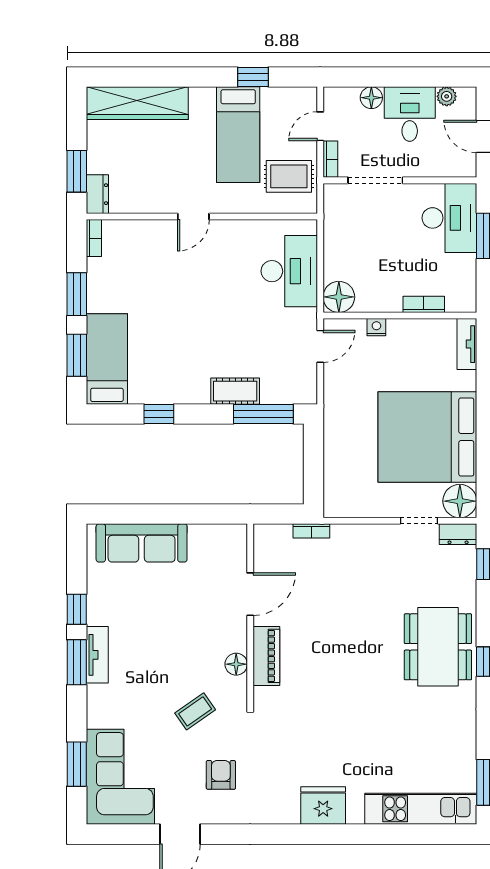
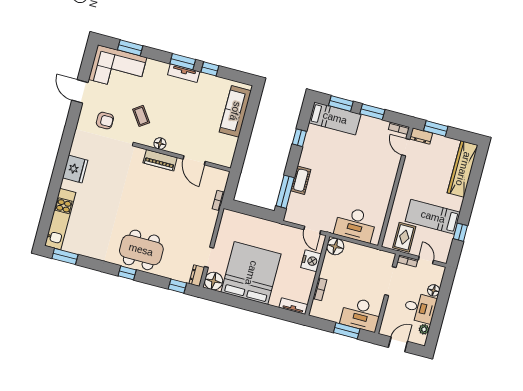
door: (193, 217) -> (406, 147), moved
nightstand: (376, 327) -> (311, 261), width x1.89, depth x1.79

